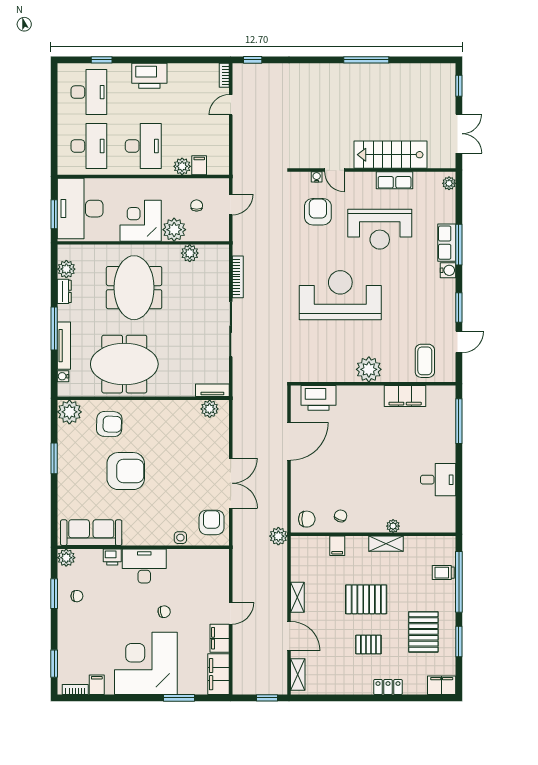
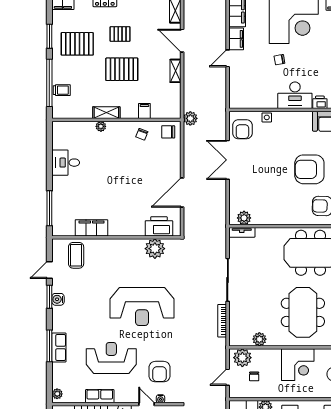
plant: (174, 230) -> (242, 358), moved
water cooler: (448, 270) -> (58, 299), moved
plant: (369, 369) -> (155, 249), moved
pallet: (423, 632) -> (77, 44), turned 90

